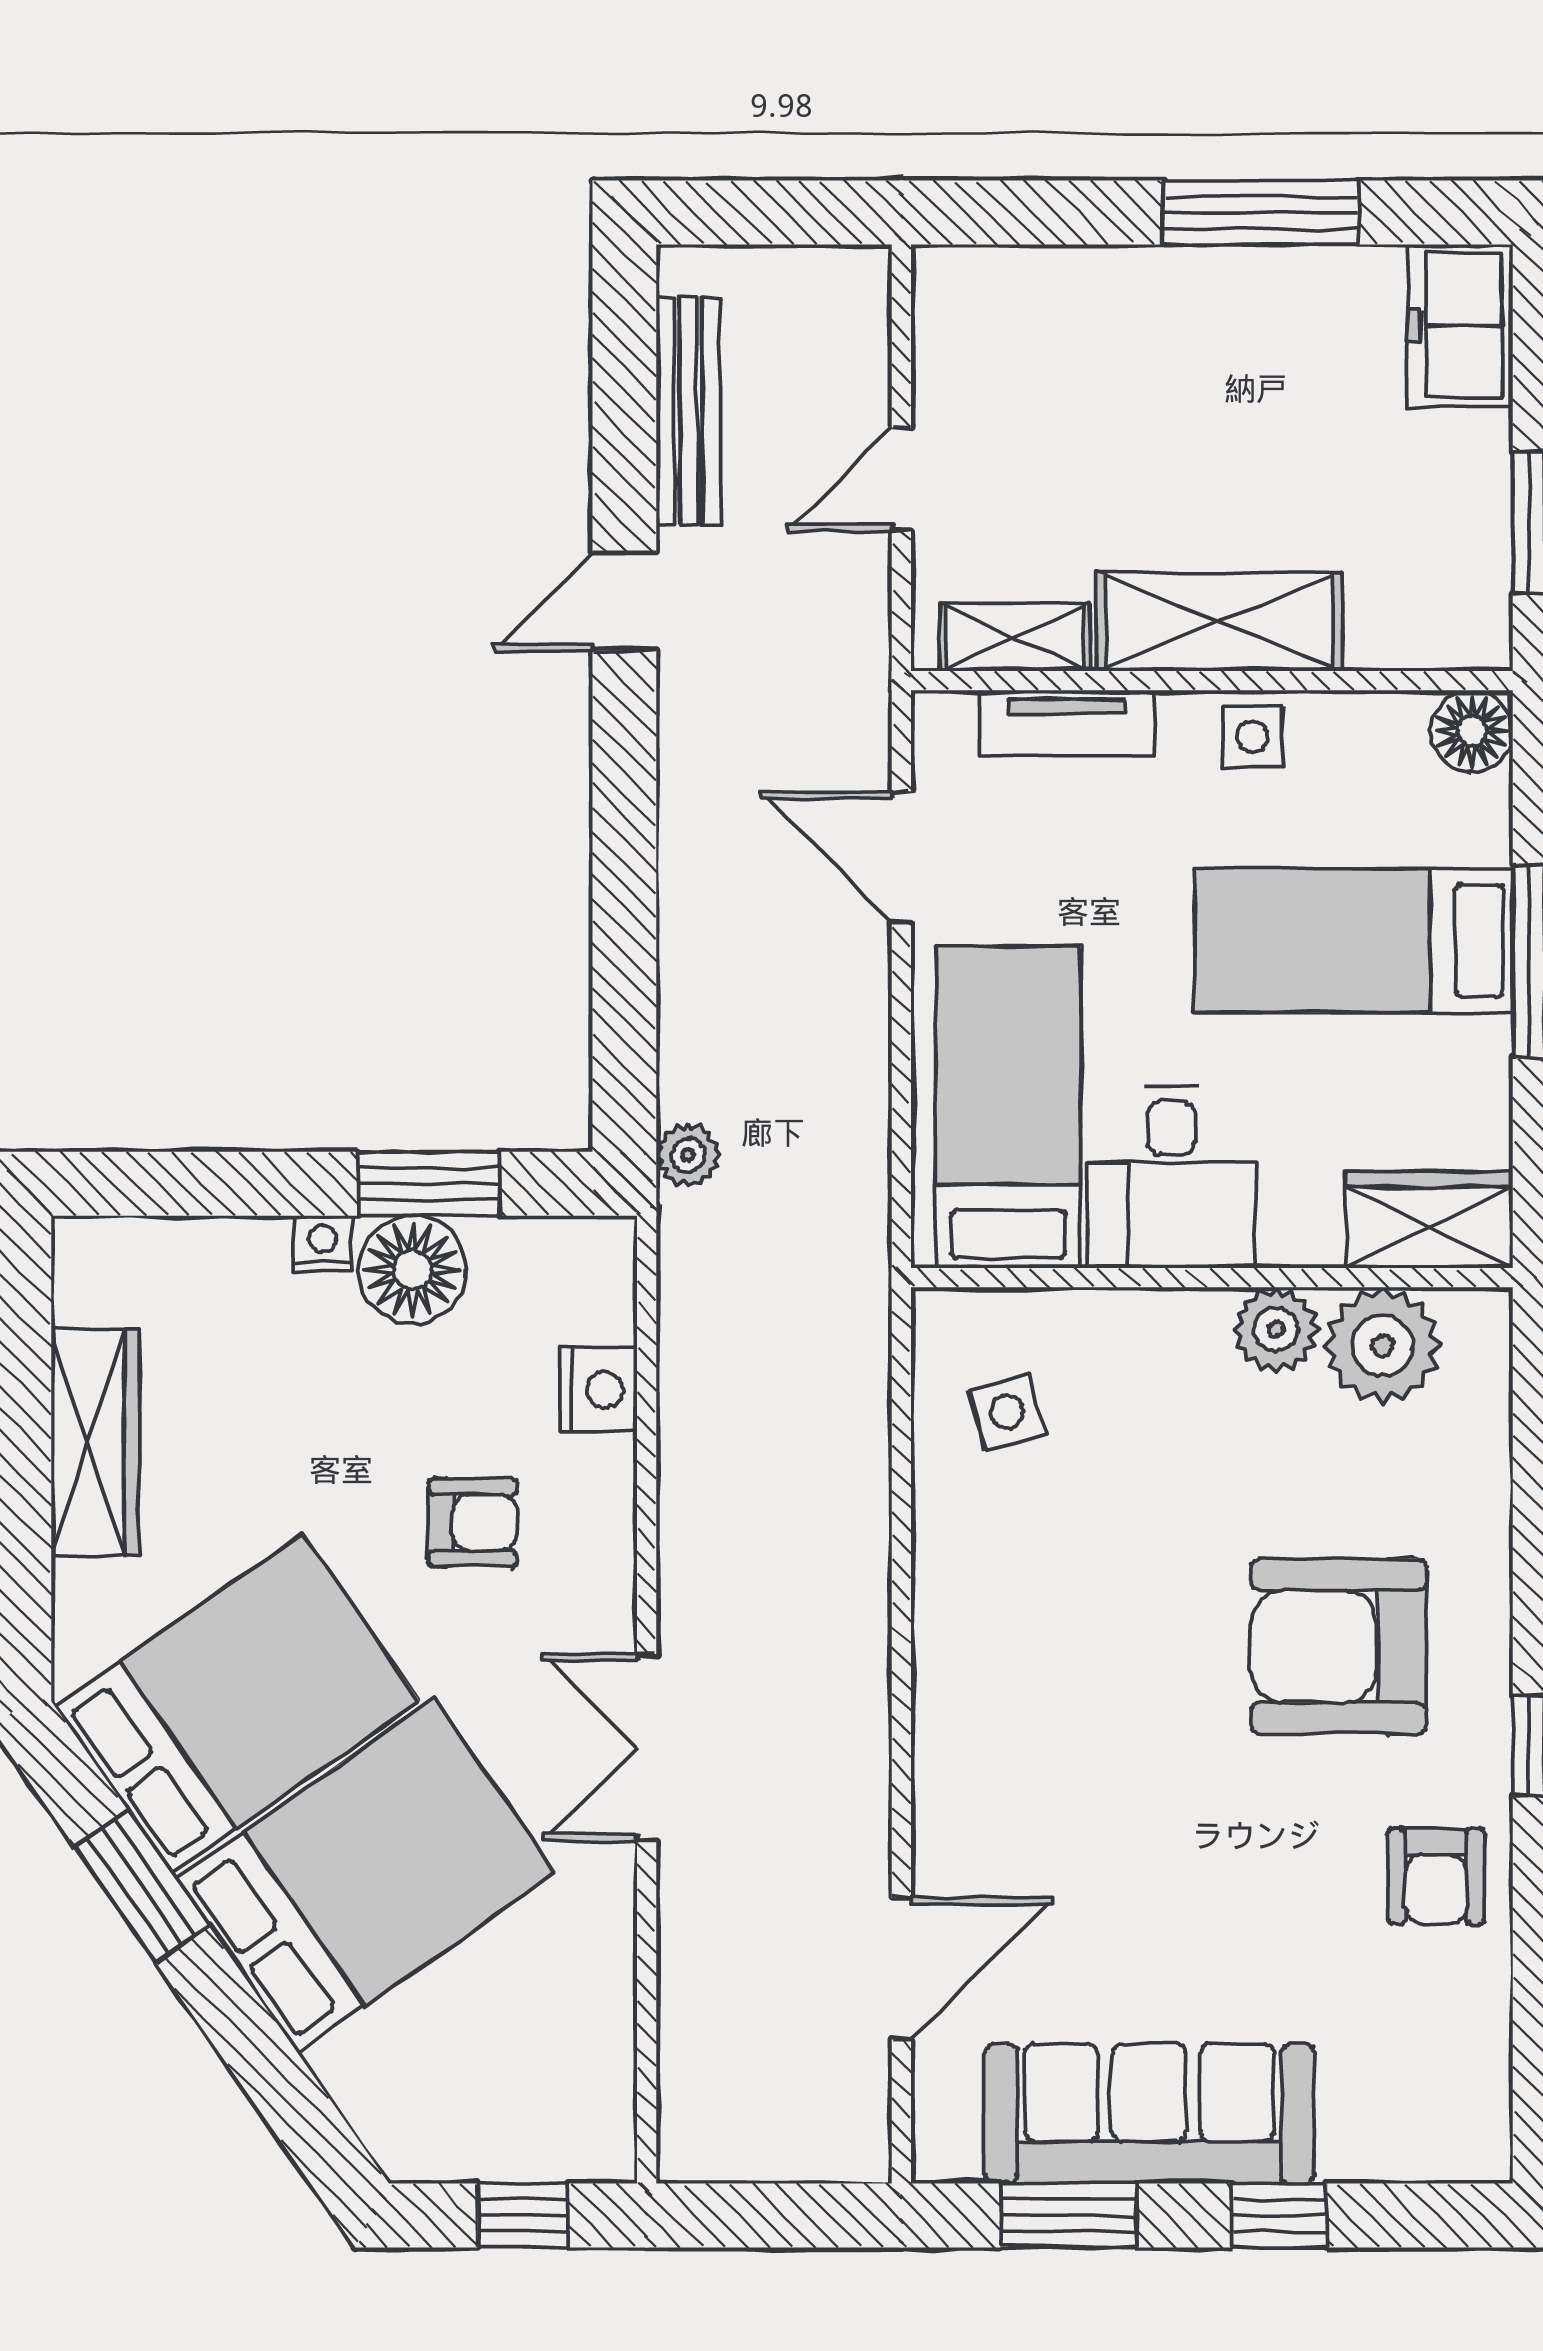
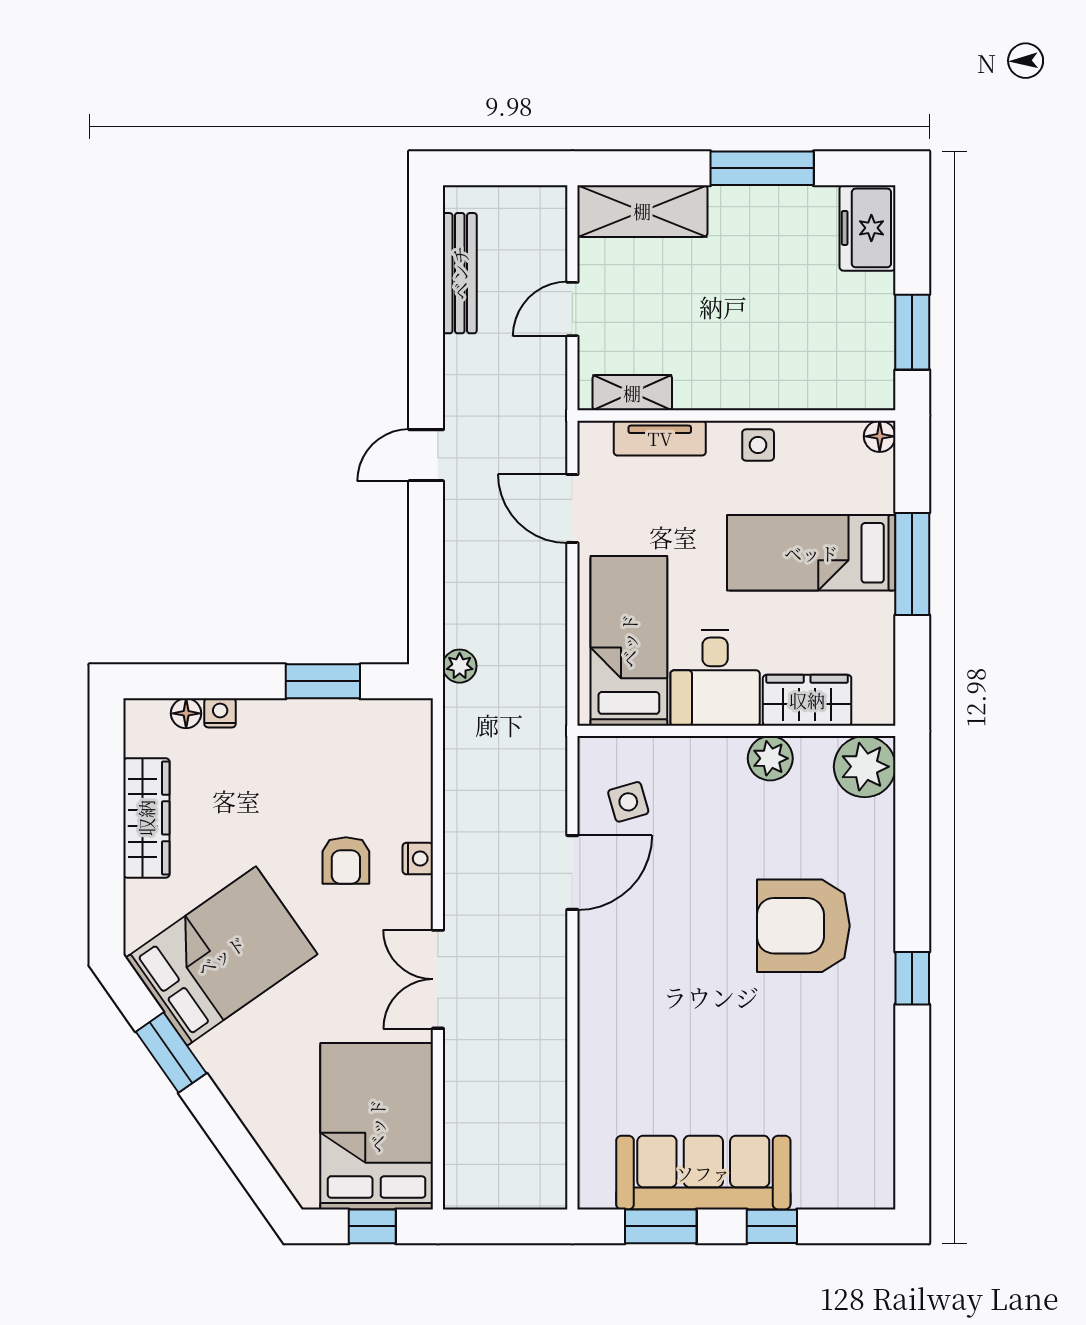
door: (624, 602) -> (426, 455), moved
shelving: (1219, 622) -> (642, 211), moved
floor lamp: (1472, 731) -> (880, 436), width x0.73, depth x0.73
wardrobe: (1429, 1220) -> (807, 700), moved
nightstand: (323, 1243) -> (220, 713), moved
floor lamp: (412, 1270) -> (186, 713), moved, width x0.53, depth x0.53
plant: (1383, 1345) -> (865, 767), moved
nightstand: (599, 1390) -> (418, 859), moved, width x0.72, depth x0.74
armchair: (473, 1523) -> (346, 860), turned 90
bed: (366, 1876) -> (377, 1126), moved, turned -55
armchair: (1436, 1876) -> (855, 1047), removed
door: (901, 1969) -> (572, 873), moved

